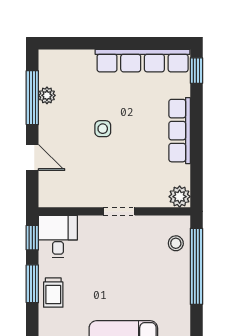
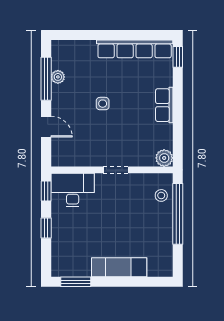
row of seats: (180, 131) -> (164, 105), width x0.68
desk: (58, 237) -> (73, 190), width x1.37
window: (32, 284) -> (46, 228), width x0.67
trolley: (53, 292) -> (63, 235), removed

